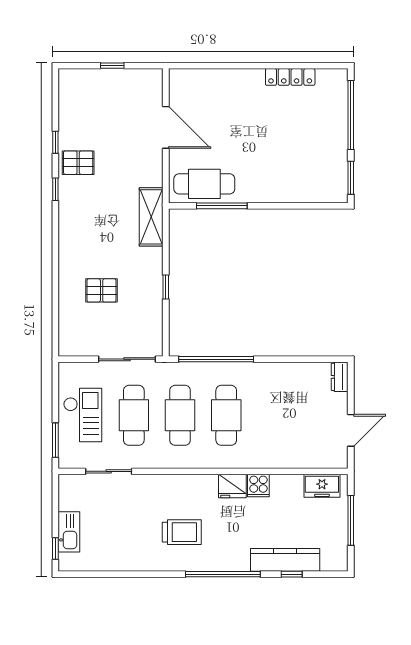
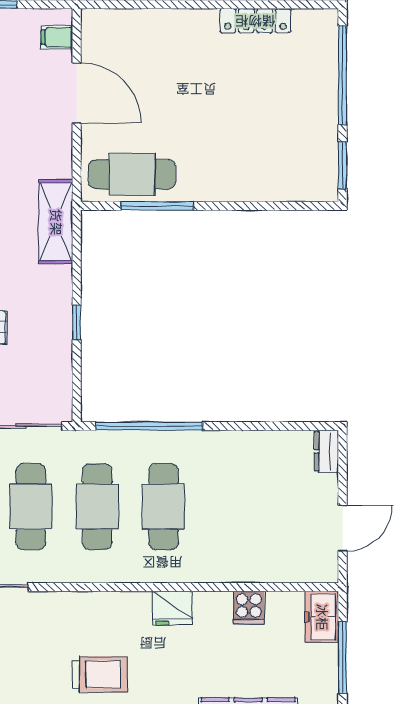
filing cabinet: (152, 89) -> (57, 37), added
cooker: (258, 486) -> (249, 608), moved
freezer: (322, 486) -> (322, 617), moved, turned 90

